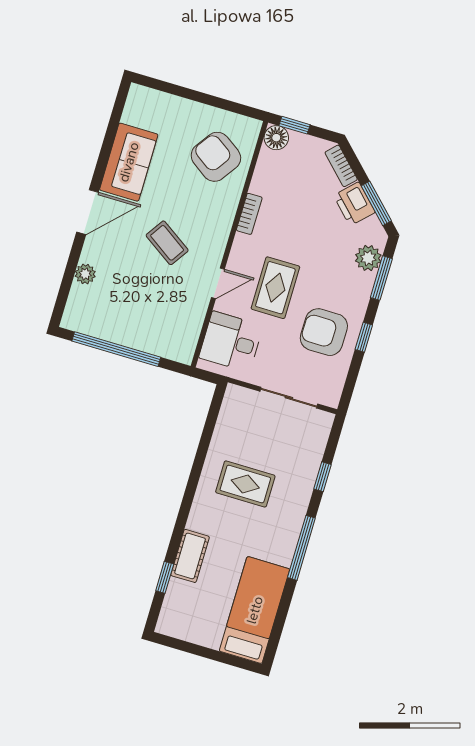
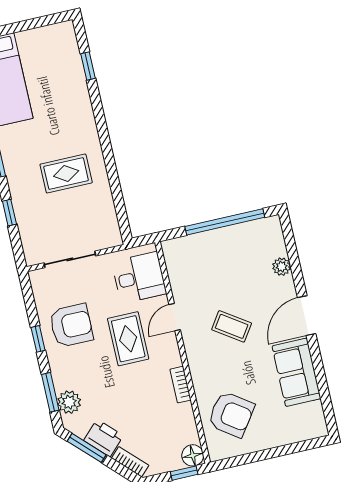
cot: (190, 556) -> (78, 94), removed

